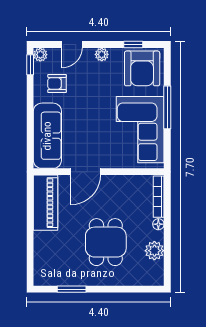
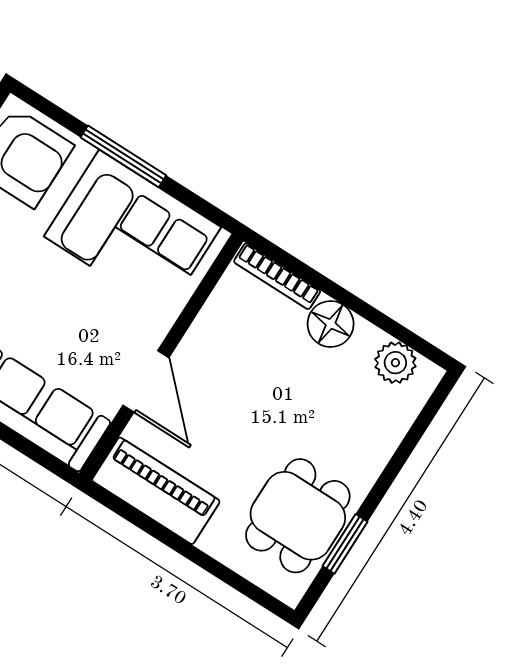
floor lamp: (158, 224) -> (331, 324), width x1.89, depth x1.89
dining table: (106, 242) -> (298, 516), moved, turned 90
plant: (154, 251) -> (395, 363), moved

